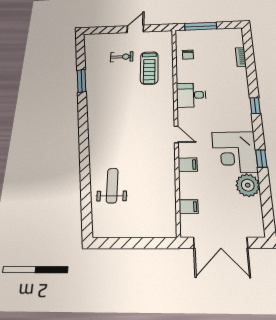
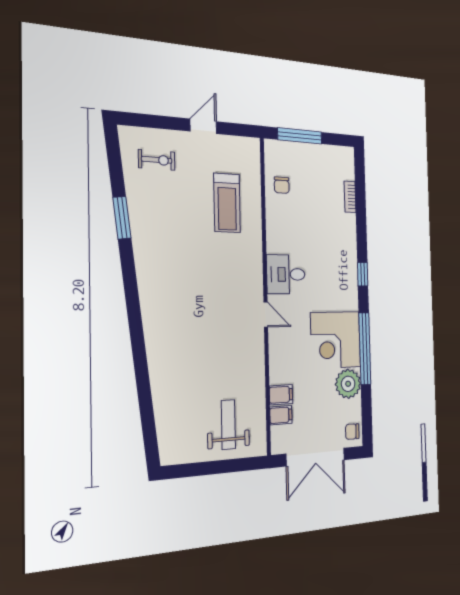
exercise bike: (122, 57) -> (157, 160), moved
desk: (191, 95) -> (286, 274), moved
window: (261, 159) -> (365, 349), width x3.17
filing cabinet: (188, 165) -> (281, 395), moved
weight bench: (112, 185) -> (228, 425), moved
chair: (254, 224) -> (352, 432), added

